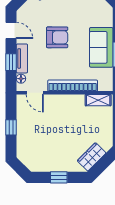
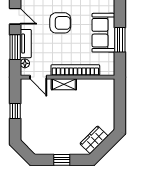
window: (11, 62) -> (15, 47), width x1.50
shelving: (98, 100) -> (64, 84), moved

